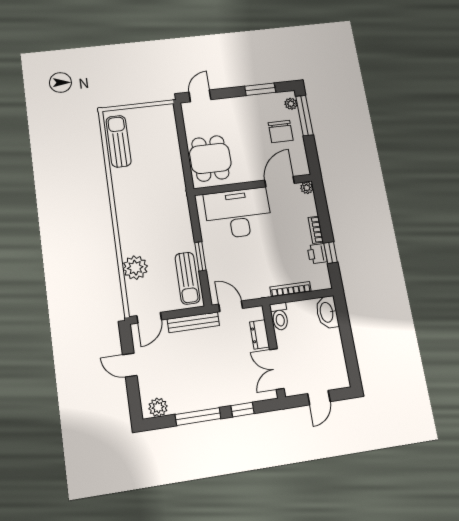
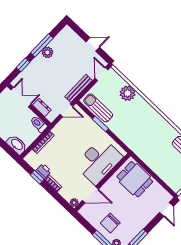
chair: (281, 132) -> (110, 223), turned -90
door: (280, 182) -> (90, 195), hinge flipped
plant: (158, 407) -> (47, 52), moved

